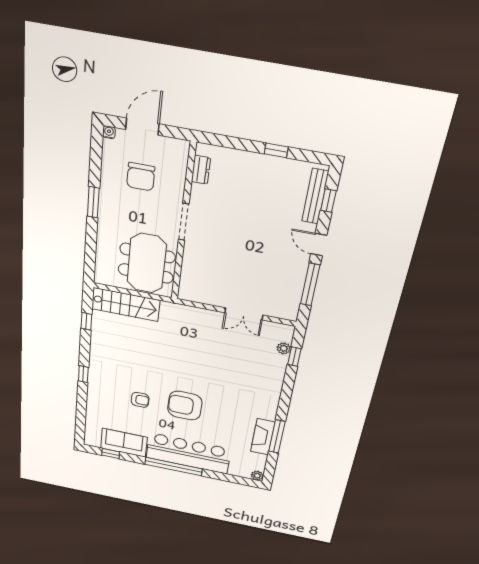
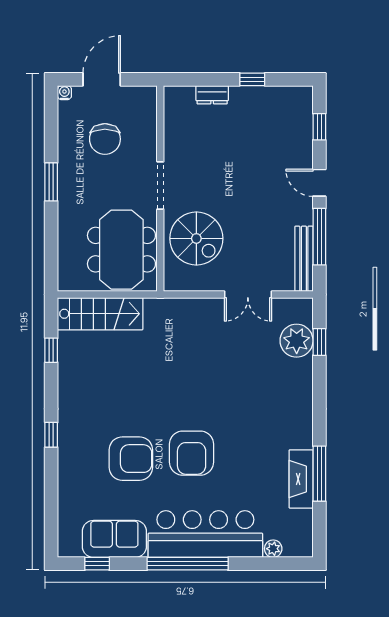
dresser: (201, 170) -> (212, 95), moved, turned 90
bench: (315, 196) -> (304, 259), moved
spiral stairs: (208, 267) -> (196, 238), added
plant: (284, 348) -> (297, 341), width x1.88, depth x1.88
armchair: (140, 400) -> (131, 459), width x1.88, depth x1.88
armchair: (185, 406) -> (192, 453), turned -90
plant: (257, 476) -> (273, 549), moved

